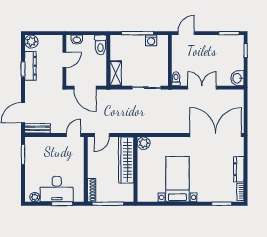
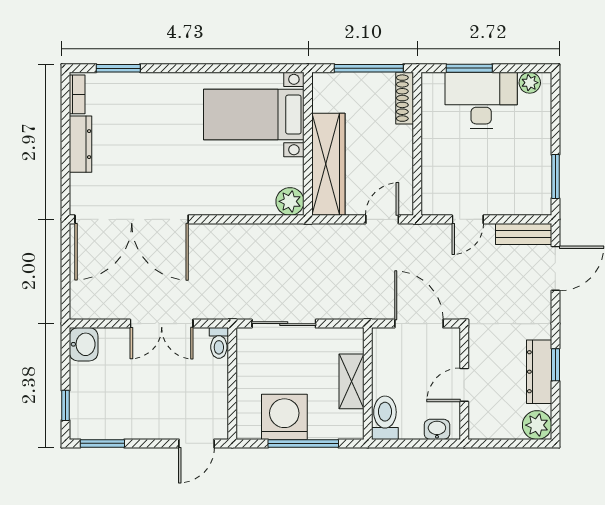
washing machine: (151, 40) -> (284, 417), width x1.89, depth x1.89
shelving: (116, 73) -> (351, 381), moved
door: (74, 135) -> (468, 219), moved
bed with nightstands: (177, 179) -> (254, 115), moved, turned 90

